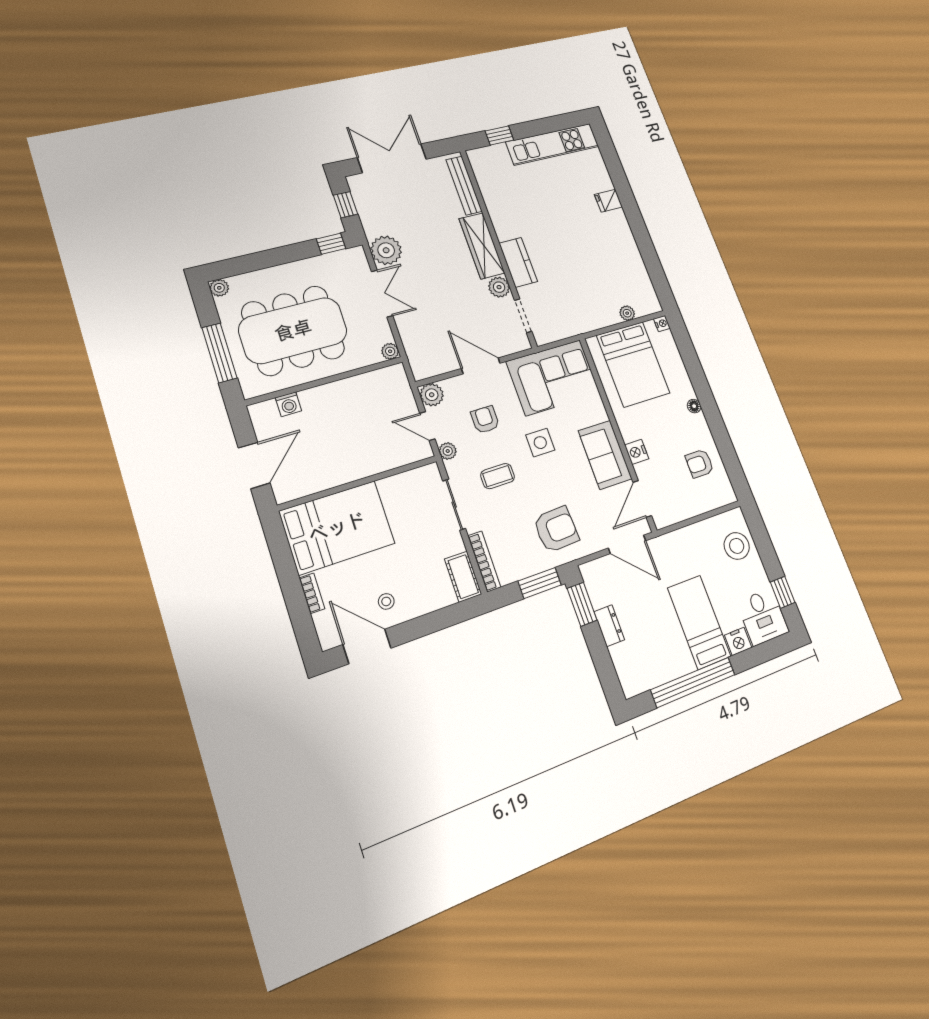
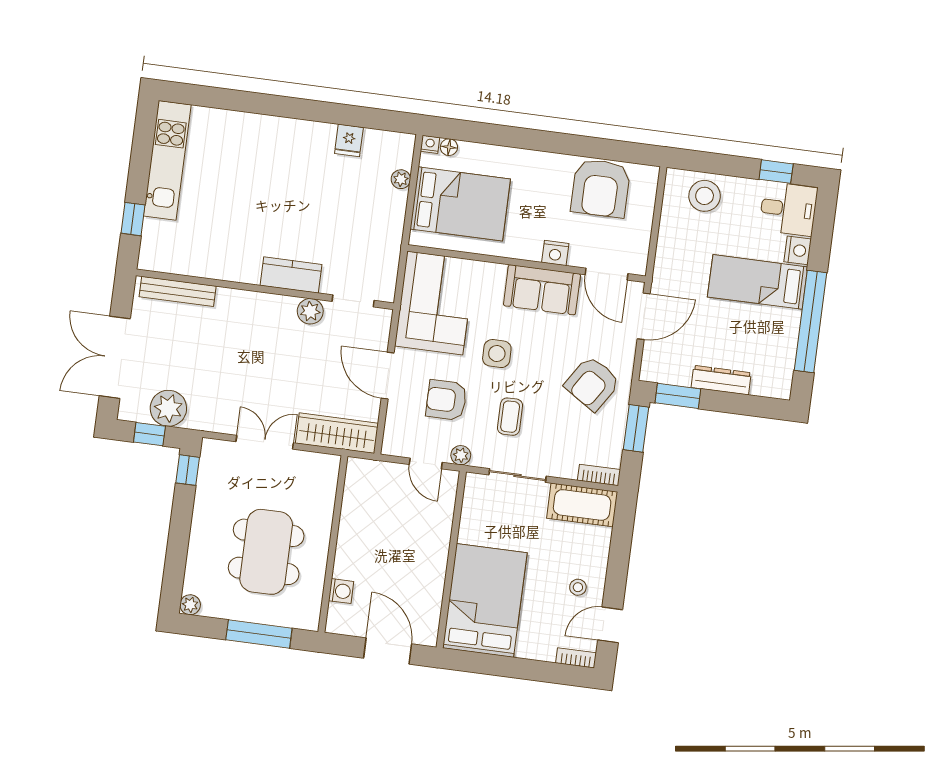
fridge: (608, 201) -> (349, 140), moved
wardrobe: (482, 246) -> (337, 433), moved, turned 180
plant: (386, 250) -> (168, 408), moved
dining table: (293, 330) -> (266, 552), width x0.73, depth x0.80
plant: (390, 351) -> (331, 464), removed
door: (481, 366) -> (388, 376), hinge flipped
plant: (432, 395) -> (395, 443), removed
floor lamp: (694, 406) -> (449, 147), moved
armchair: (485, 420) -> (446, 400), width x1.38, depth x1.38
door: (427, 426) -> (426, 463), hinge flipped
armchair: (700, 463) -> (601, 188), width x1.88, depth x1.88
armchair: (556, 529) -> (592, 383), turned -144
bookcase: (484, 561) -> (599, 475), width x0.64
cot: (463, 577) -> (582, 505), width x1.37, depth x1.34
bookcase: (312, 593) -> (576, 658), moved
dresser: (609, 626) -> (721, 380), width x1.44
door: (367, 646) -> (610, 625), width x0.73

